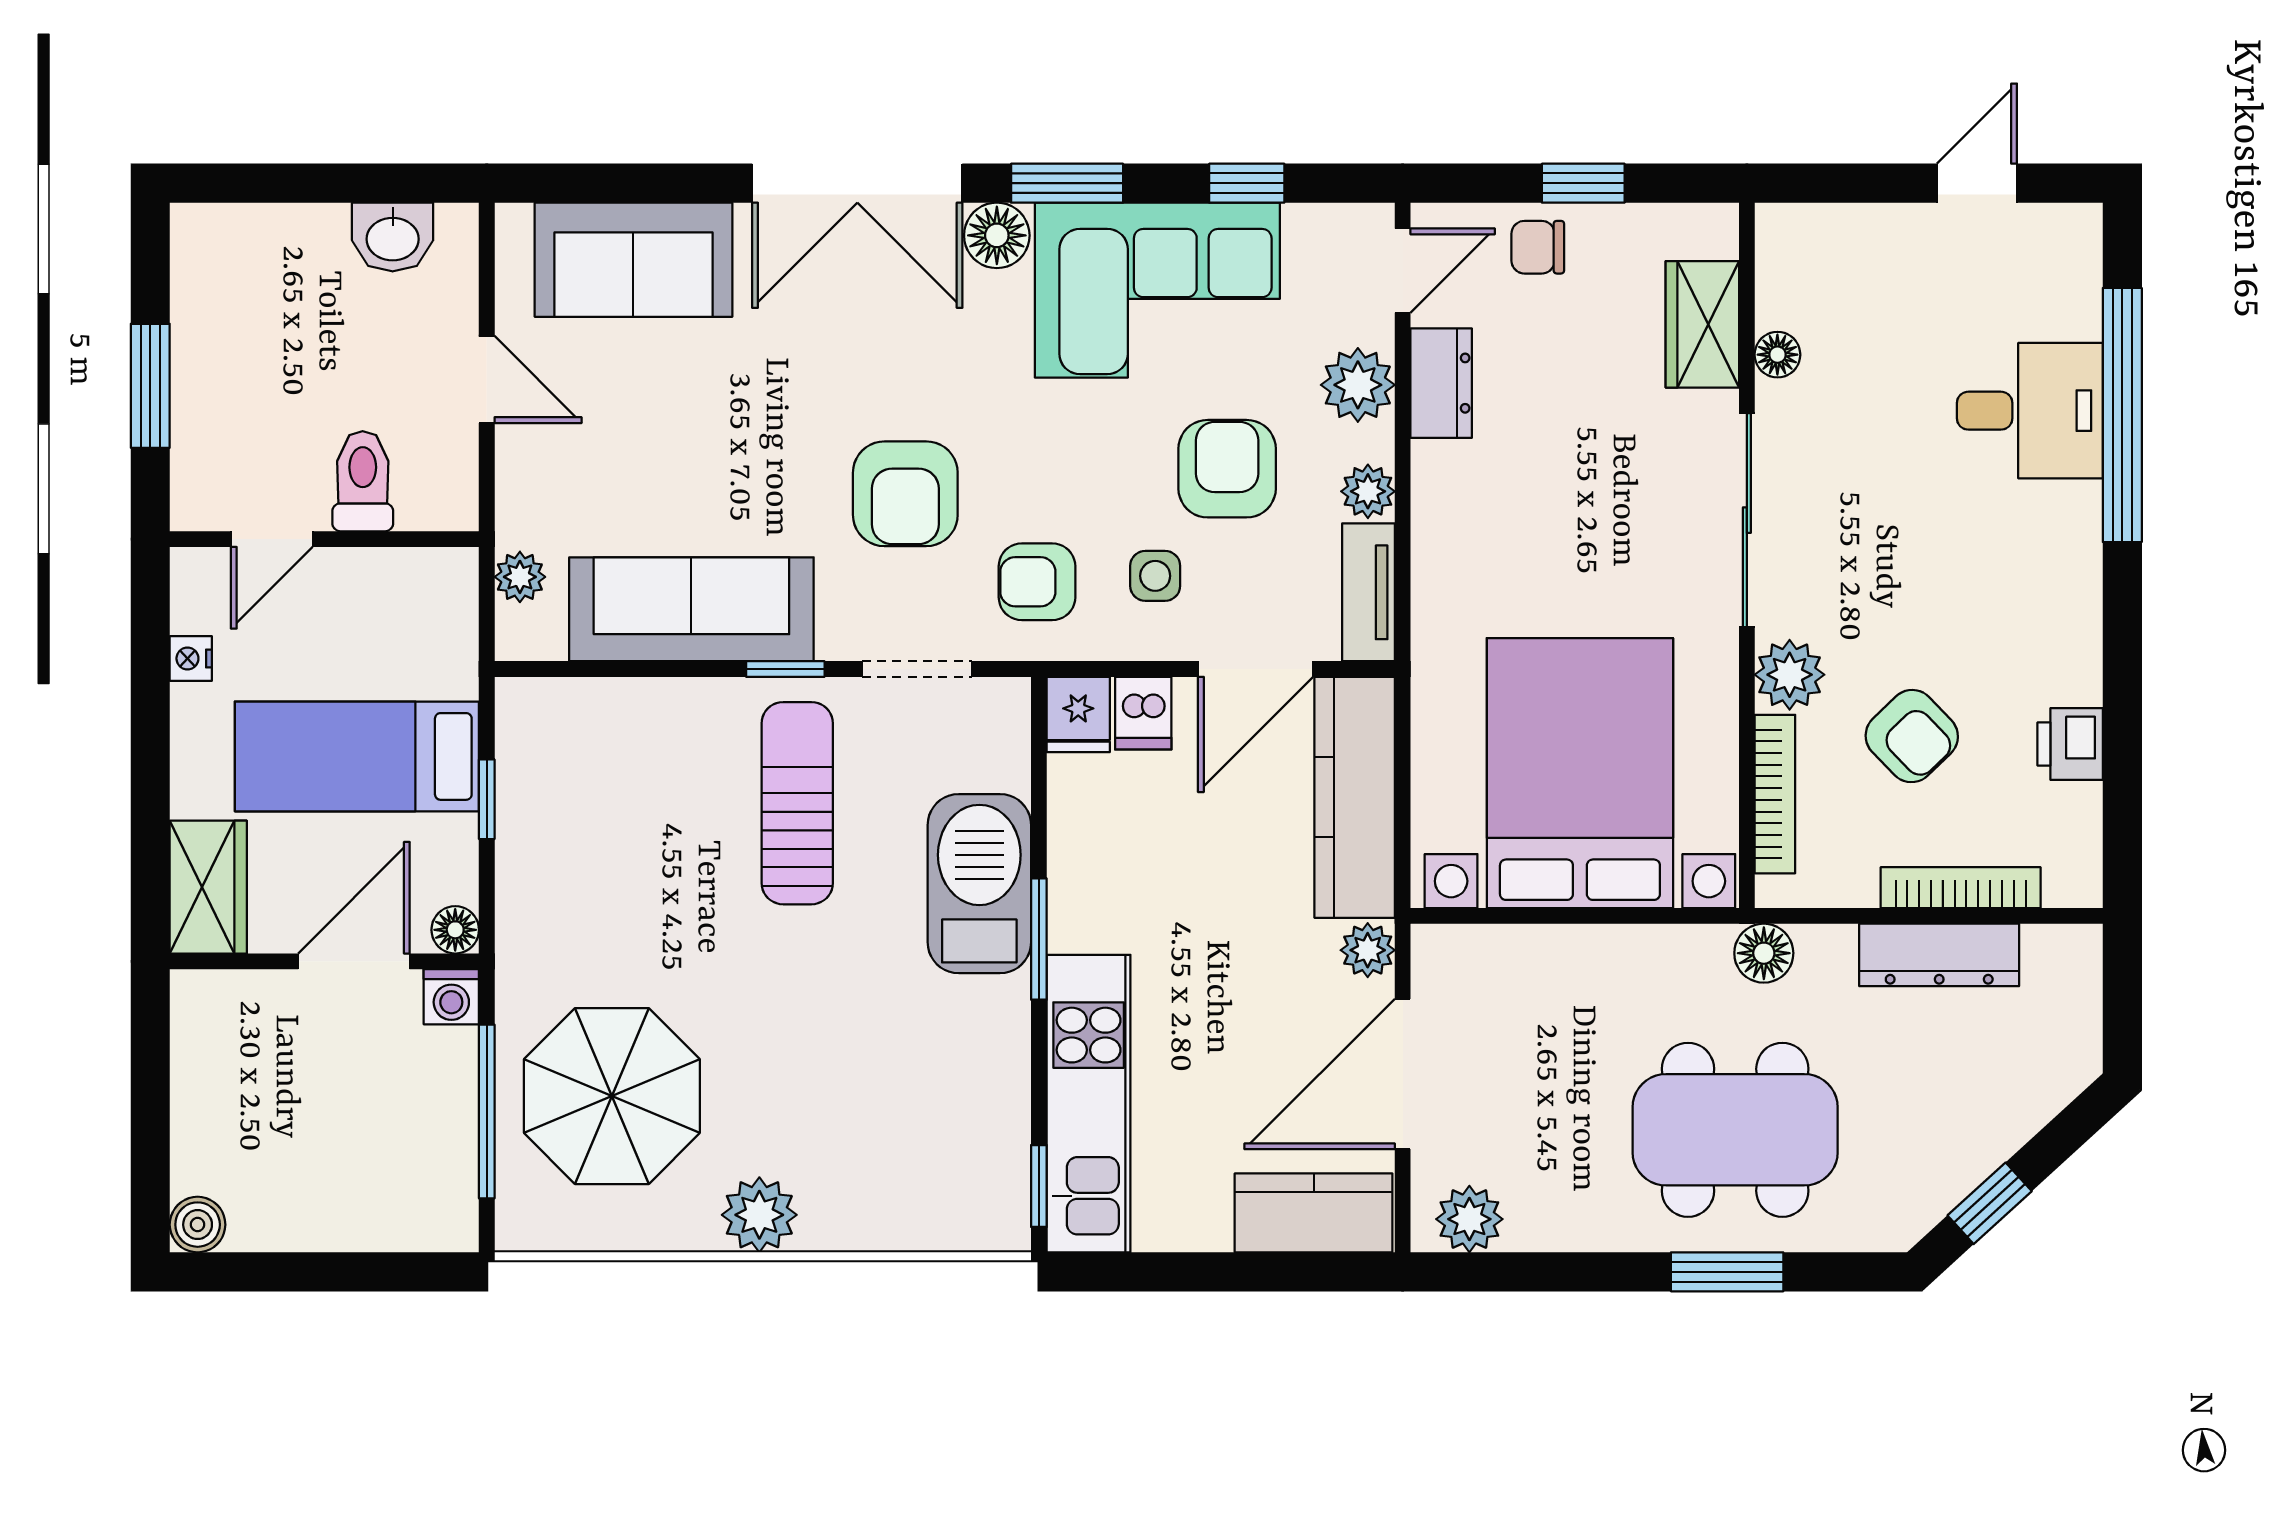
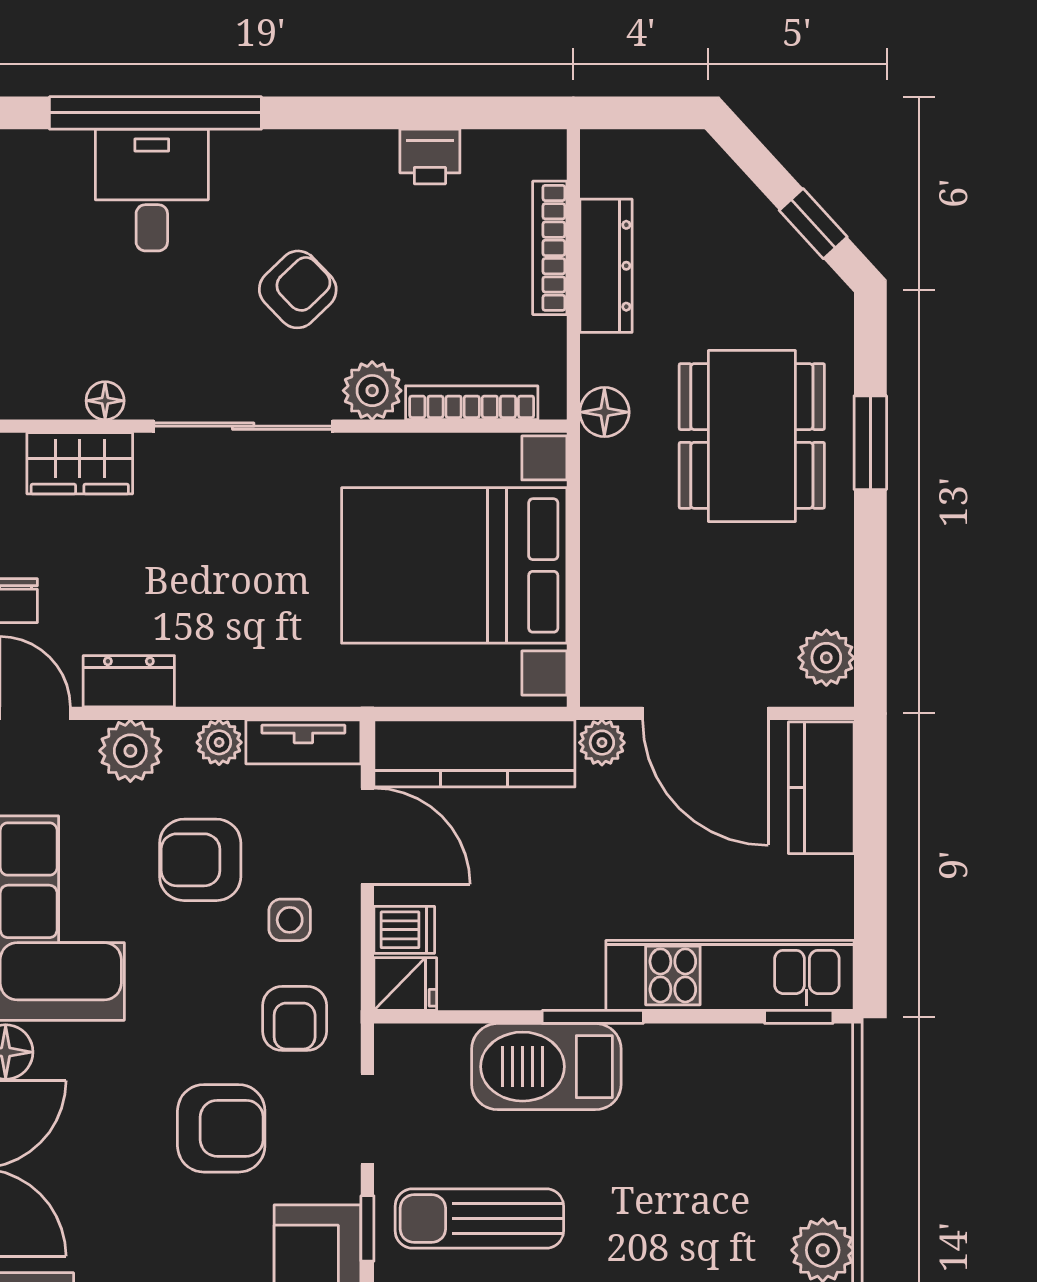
armchair: (1912, 736) -> (298, 289), moved

